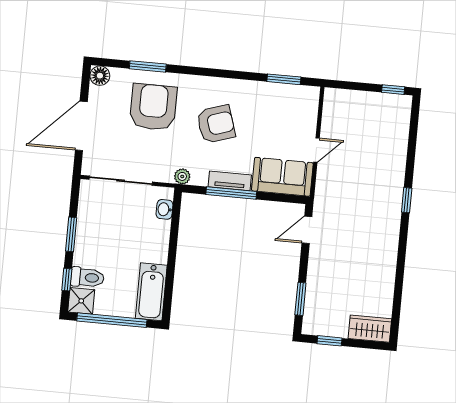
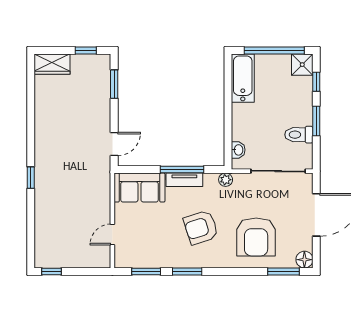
window: (148, 66) -> (283, 271), moved
window: (237, 75) -> (187, 271), added
door: (316, 150) -> (112, 235), moved
toilet: (87, 277) -> (299, 135), moved

